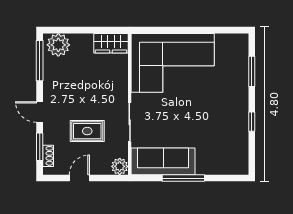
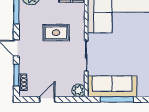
rug: (87, 131) -> (56, 33), moved
window: (183, 178) -> (117, 99), moved

